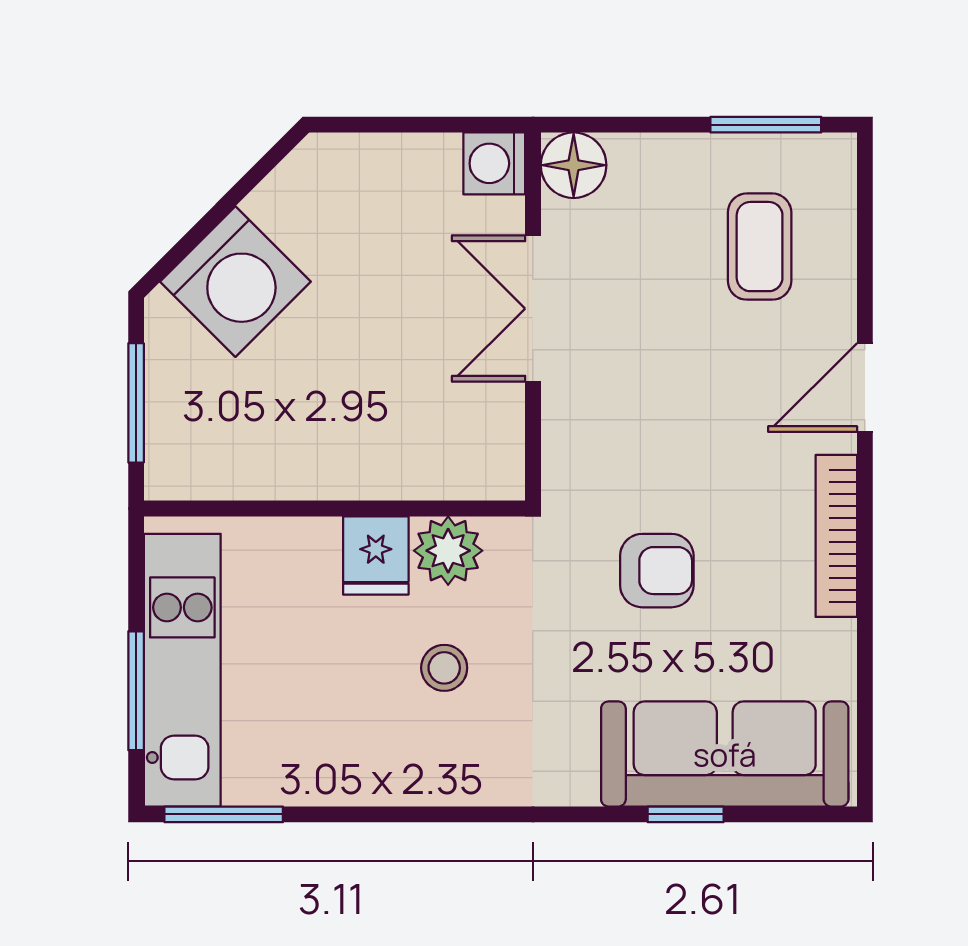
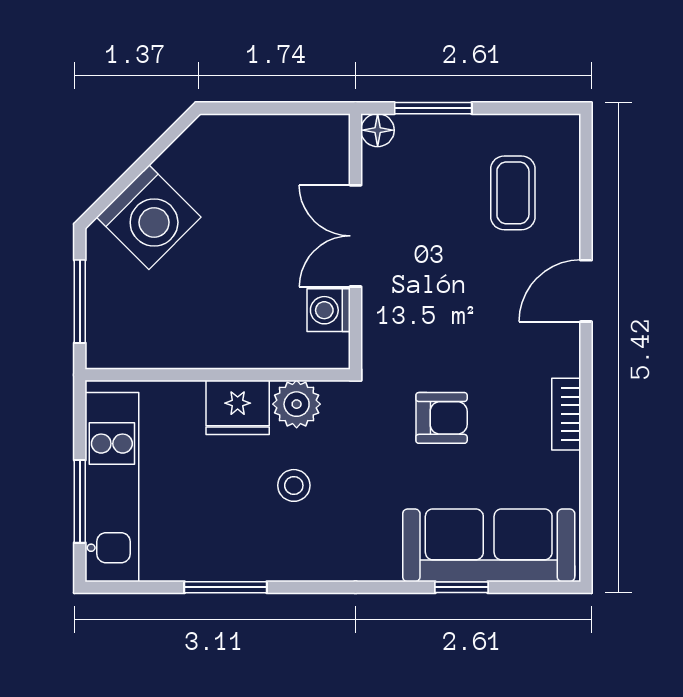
window: (766, 125) -> (433, 108), moved
washing machine: (494, 163) -> (329, 310), moved
floor lamp: (574, 165) -> (378, 130), width x0.73, depth x0.73
bookcase: (836, 536) -> (566, 414), width x0.64
fridge: (376, 555) -> (238, 407), width x1.38
window: (224, 814) -> (226, 587), moved

